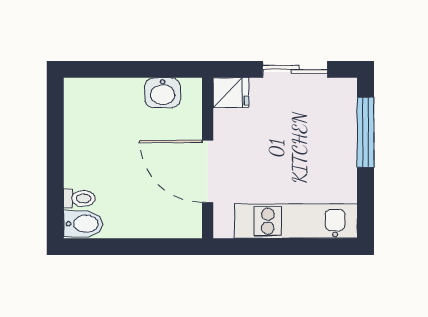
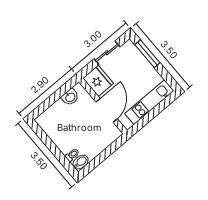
fridge: (231, 93) -> (98, 81), width x1.88, depth x1.34
door: (208, 171) -> (107, 110), swing flipped

